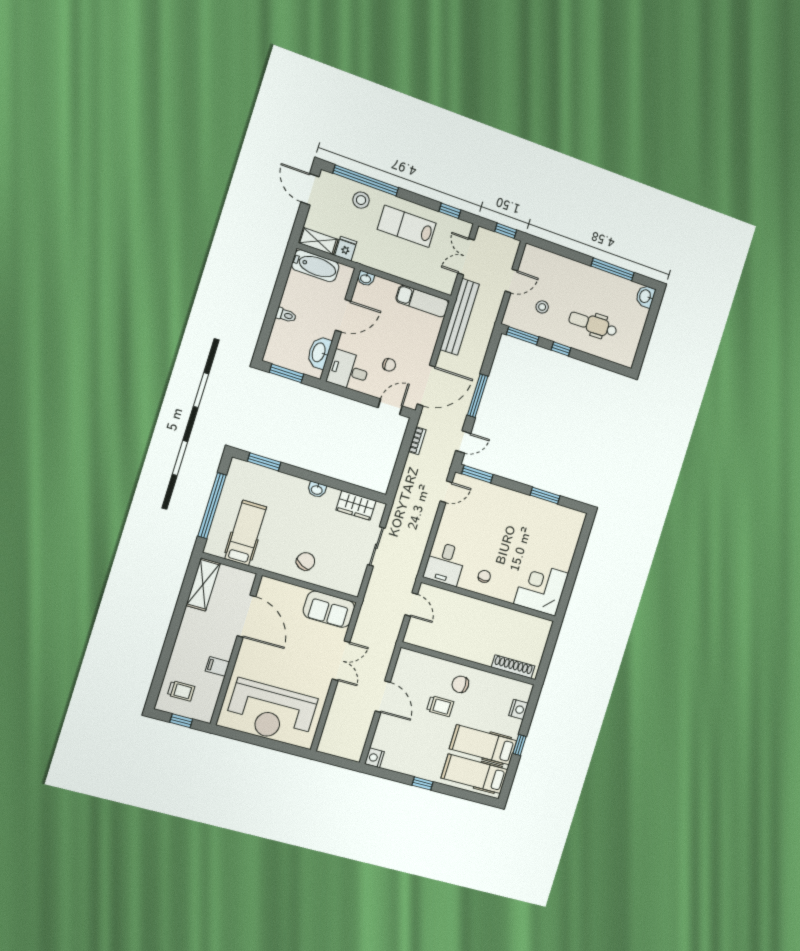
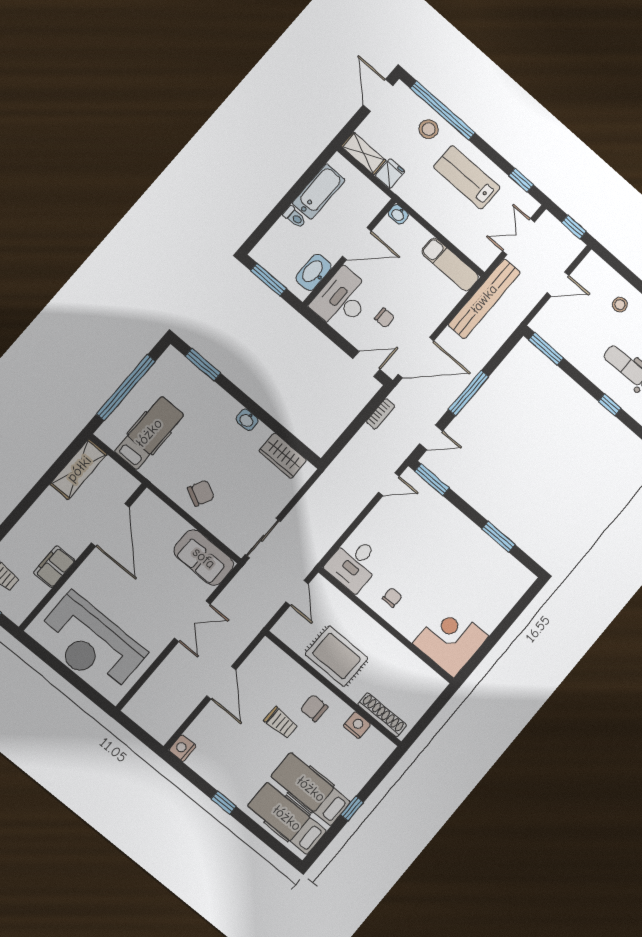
bathtub: (315, 266) -> (319, 192), moved, turned -90
stool: (542, 307) -> (620, 305), moved
window: (561, 349) -> (610, 405), moved
desk: (348, 371) -> (342, 300), width x1.37
sliding door: (376, 546) -> (263, 538), moved
rug: (461, 638) -> (337, 656), added
filing cabinet: (217, 666) -> (54, 567), width x2.00
nightstand: (518, 709) -> (357, 725), moved, turned -90

